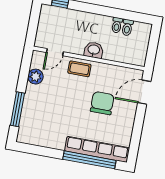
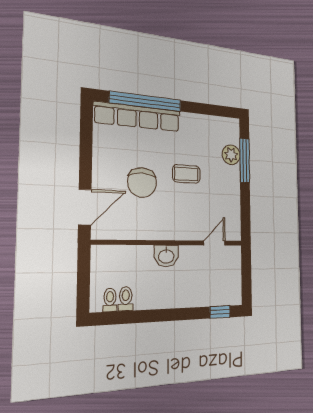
toilet: (117, 25) -> (110, 300), moved
coffee table: (79, 69) -> (186, 174), moved
plant: (35, 77) -> (231, 155), moved

